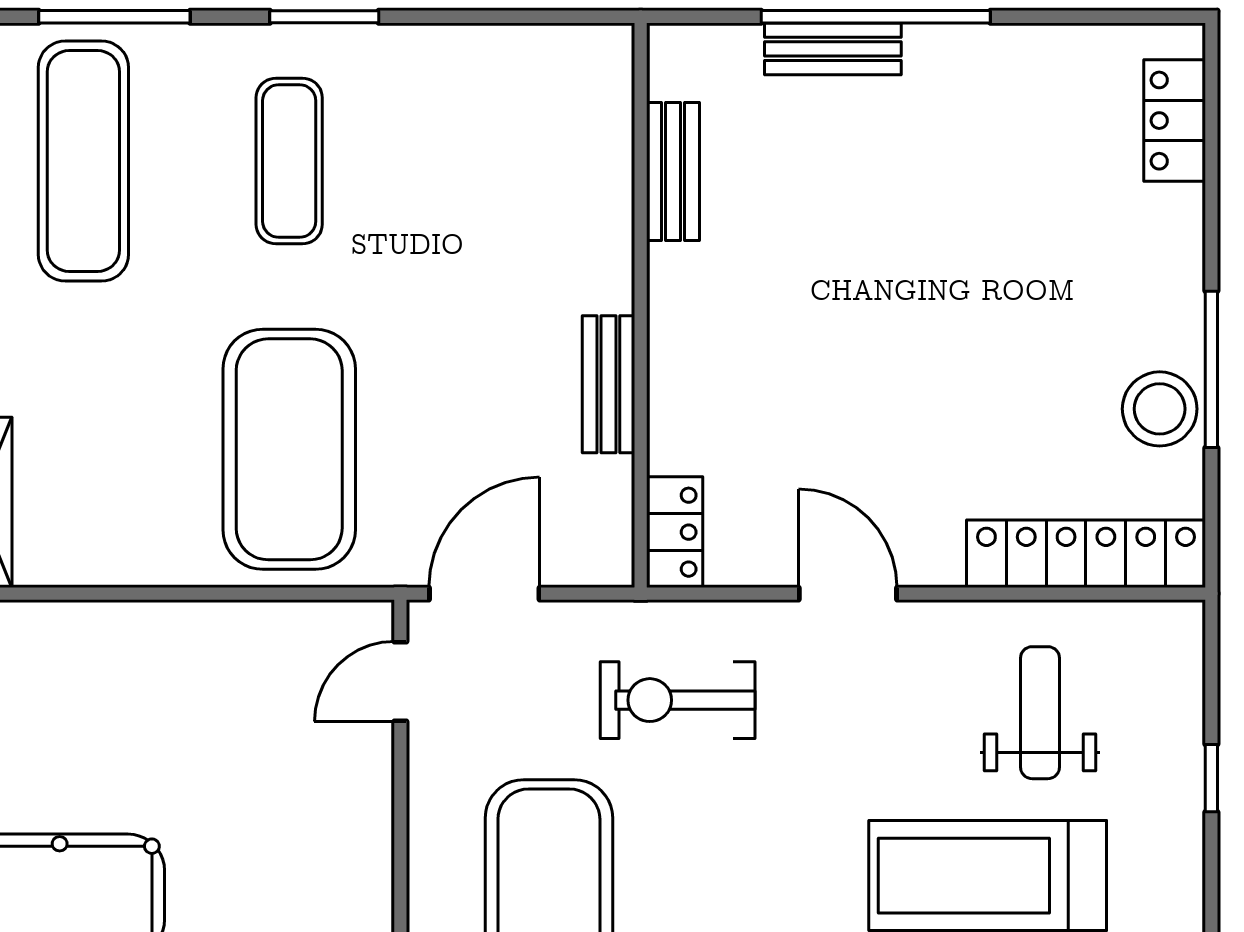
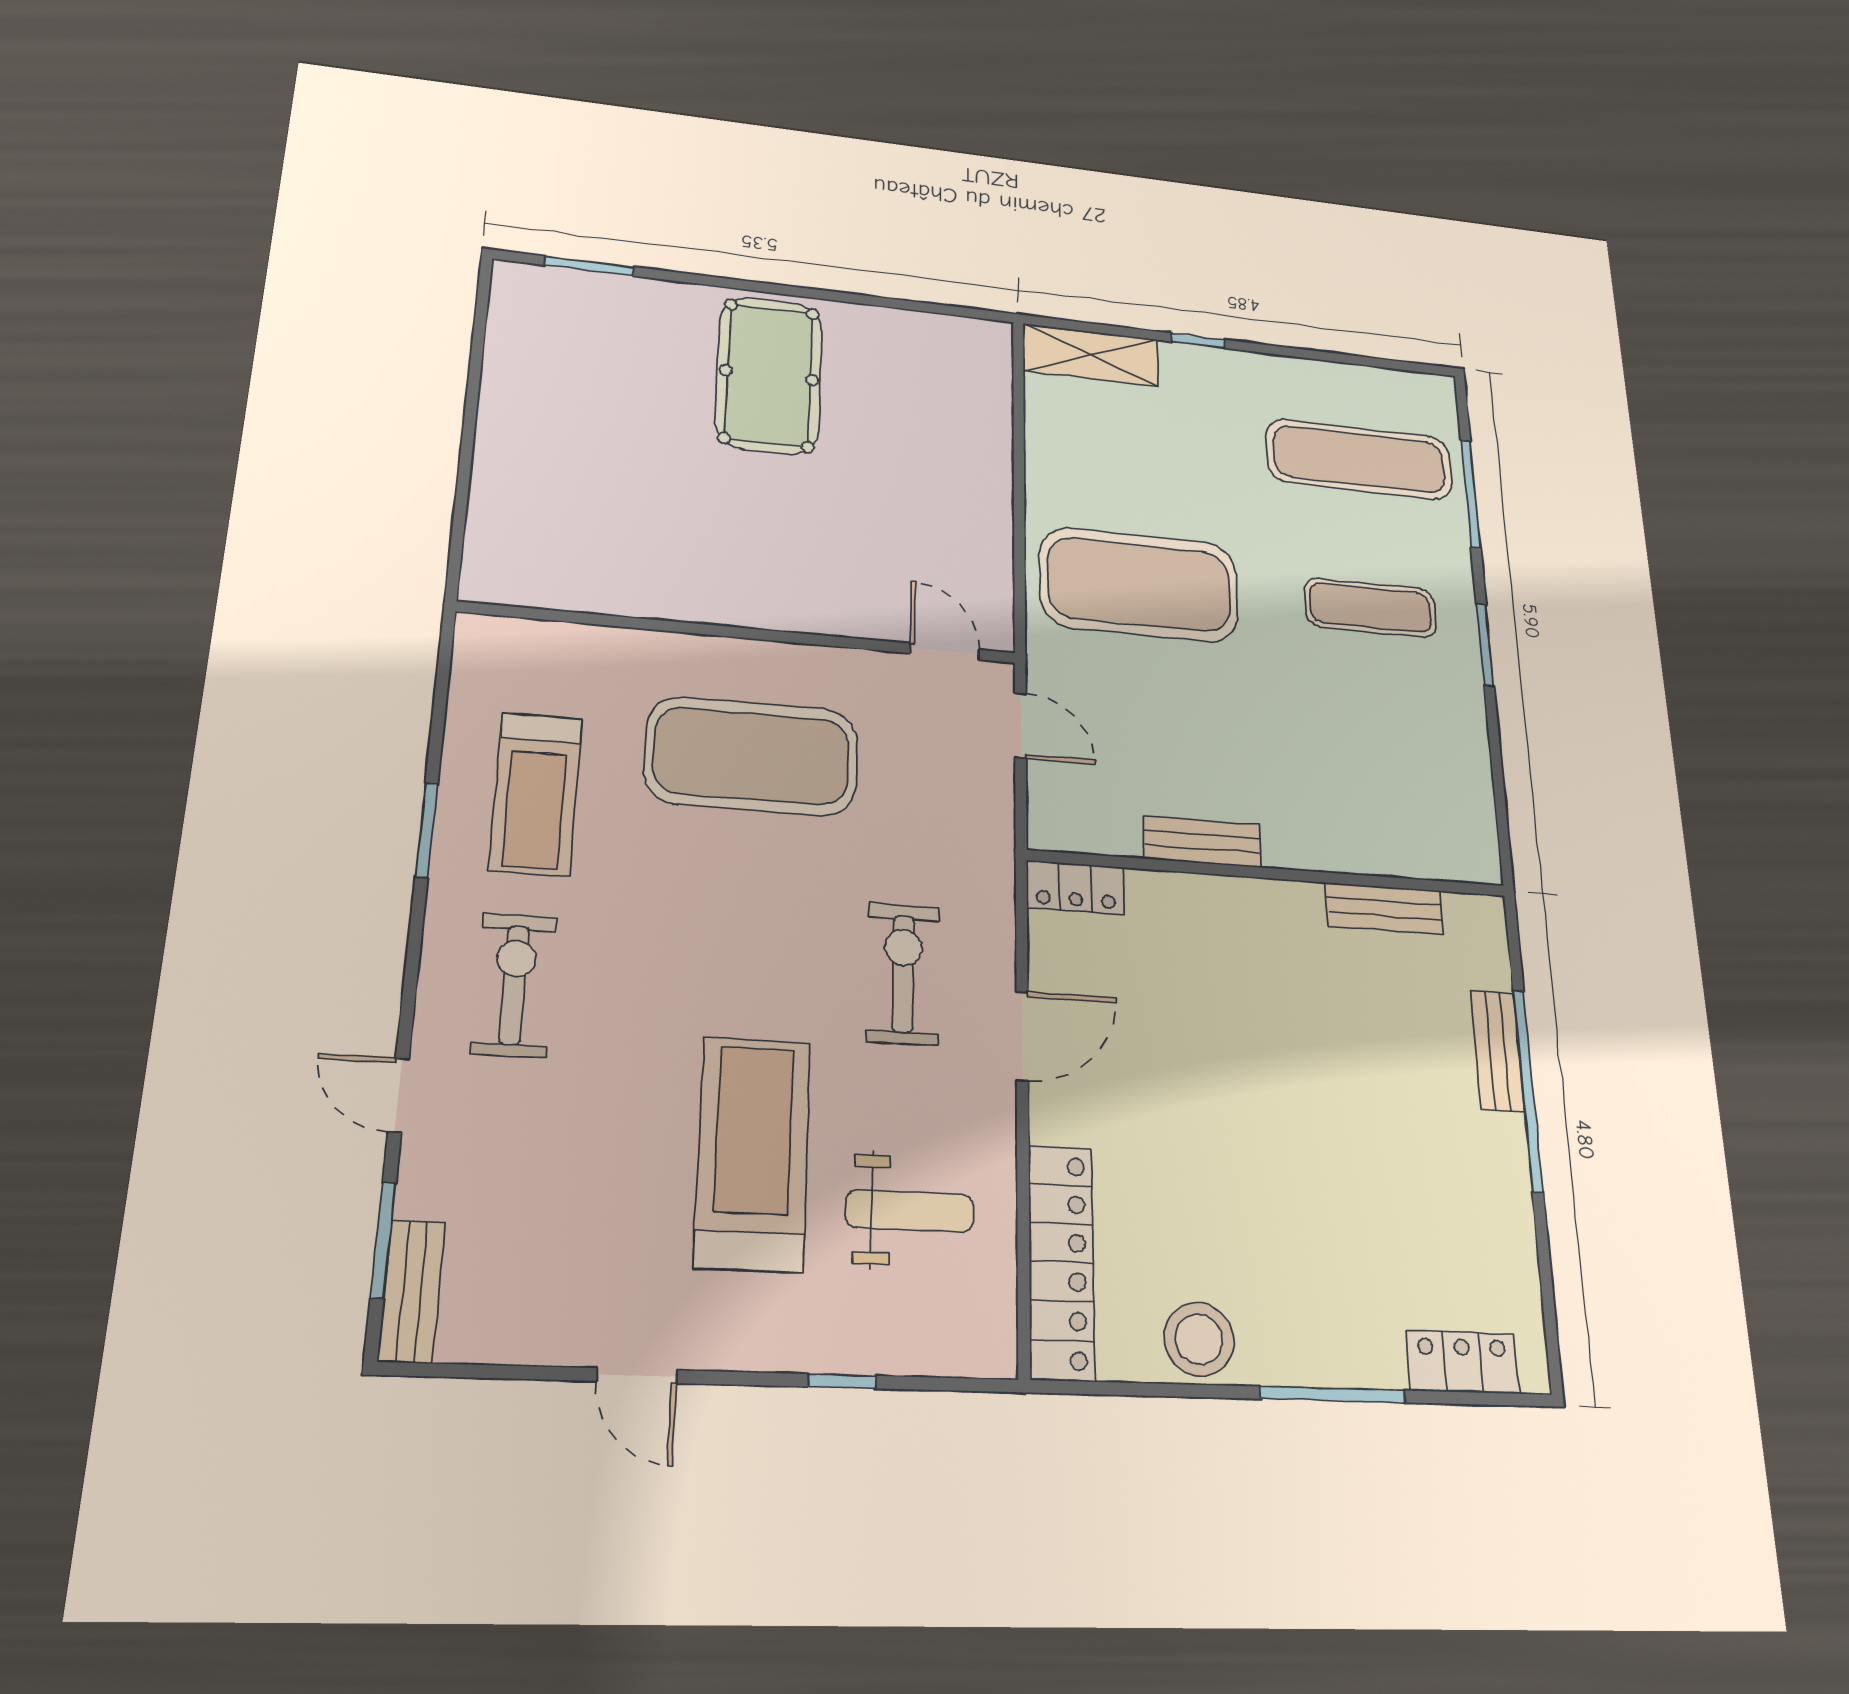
window: (1211, 369) -> (1333, 1395), moved
door: (484, 594) -> (1020, 725), width x0.73
exercise bike: (678, 700) -> (903, 974), moved

